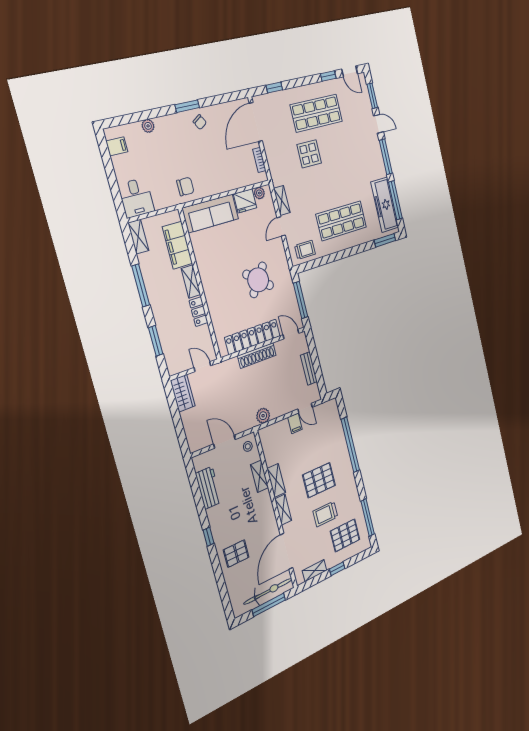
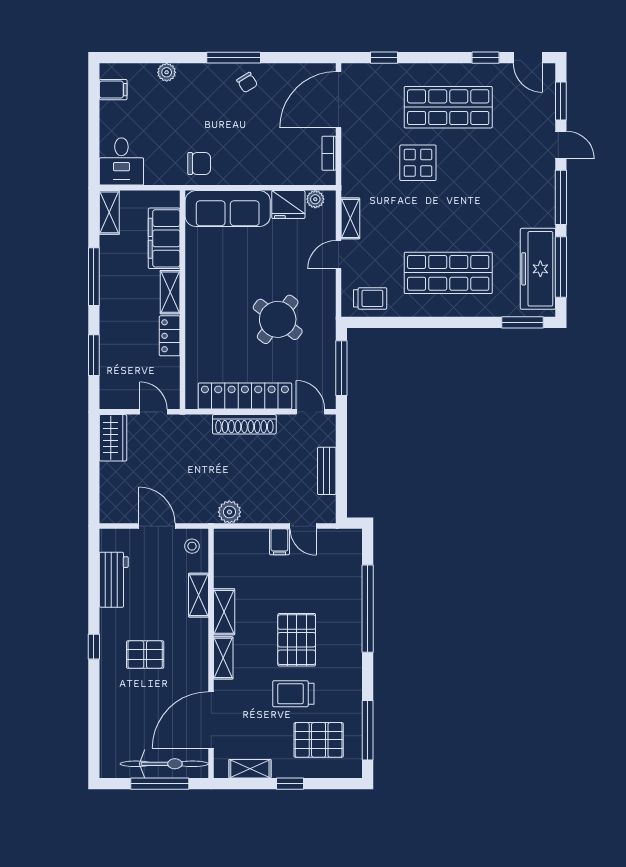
window: (187, 106) -> (234, 58), width x1.44
pallet: (319, 480) -> (297, 640), turned 90
pallet: (236, 554) -> (145, 655), moved

